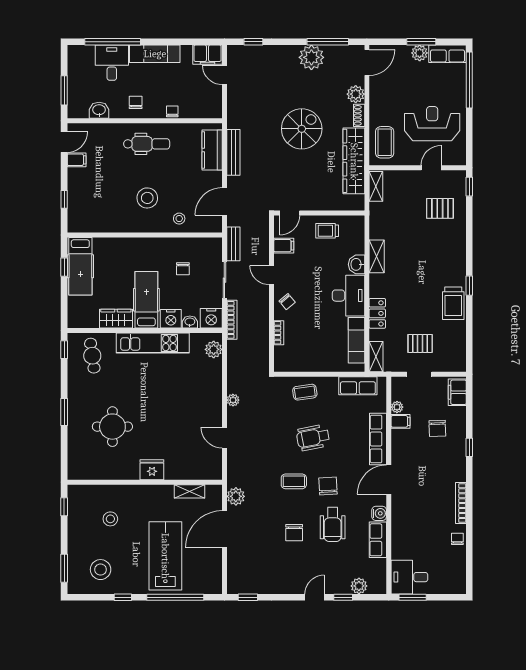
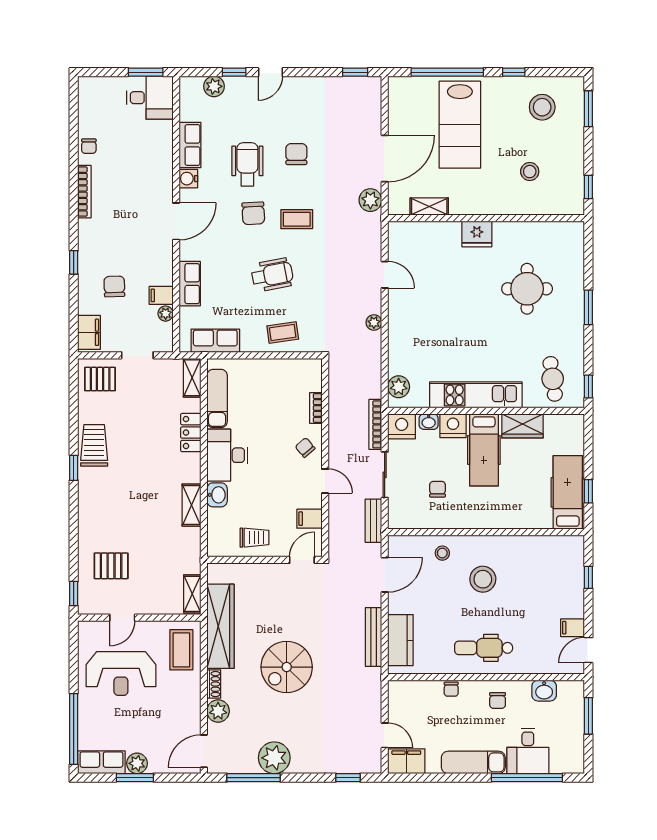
pallet: (420, 343) -> (100, 379), moved
row of seats: (378, 439) -> (190, 284), width x0.68

